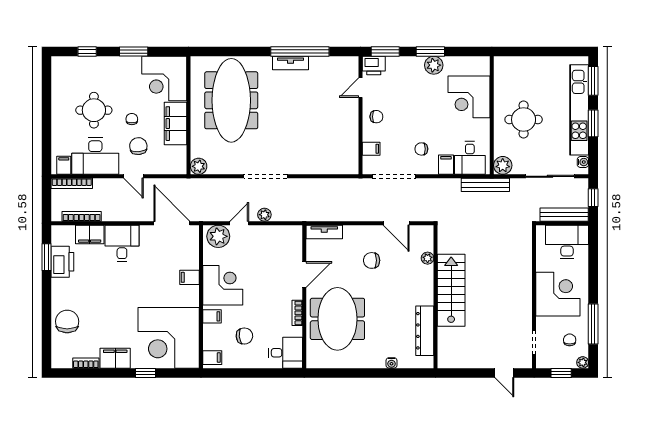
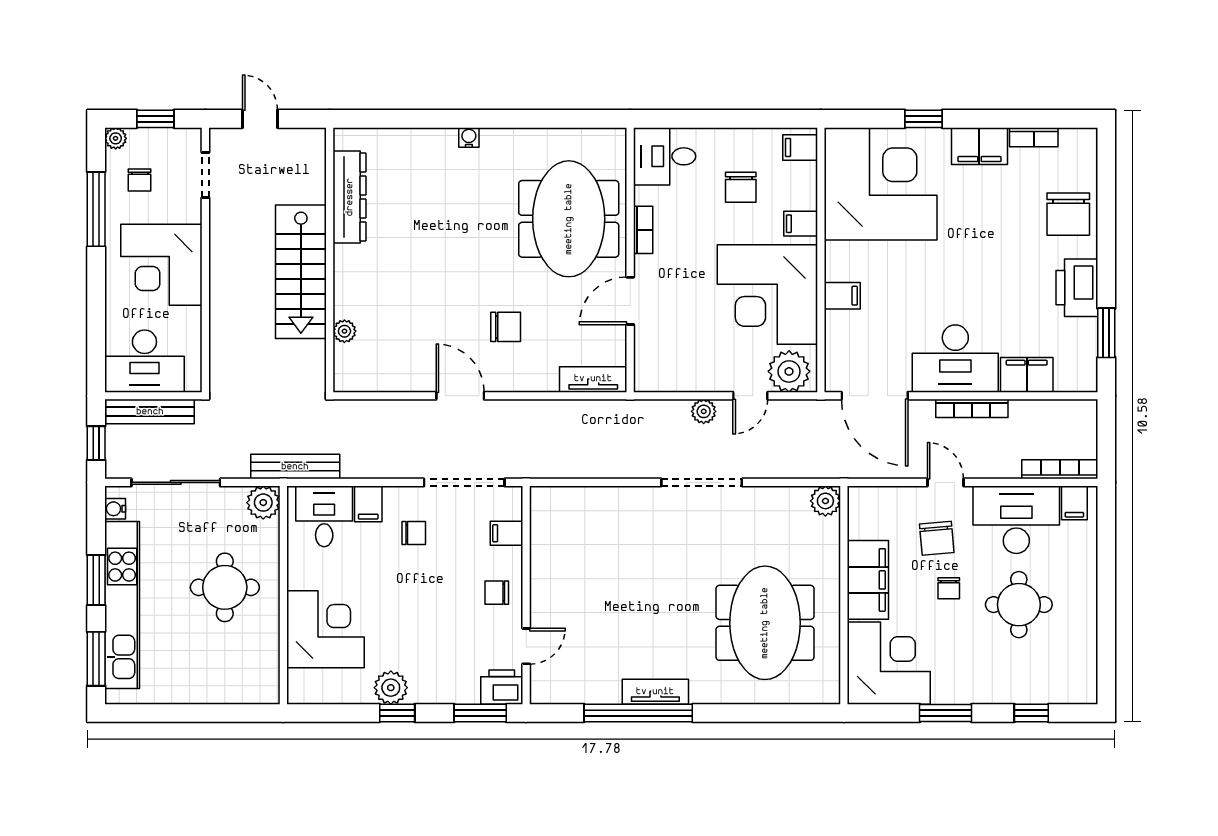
window: (430, 52) -> (397, 713), width x0.67
meeting table: (231, 100) -> (765, 623), width x0.73
bookcase: (82, 216) -> (972, 408), moved
desk: (122, 243) -> (955, 359), width x1.37
plant: (428, 258) -> (344, 331), moved
printer: (62, 262) -> (1077, 288), moved
corner desk: (223, 285) -> (767, 294), width x1.36, depth x1.36
stairs: (451, 290) -> (301, 272), moved
wall: (436, 297) -> (330, 260), moved
dresser: (425, 331) -> (350, 197), moved
chair: (244, 336) -> (741, 187), turned -84

